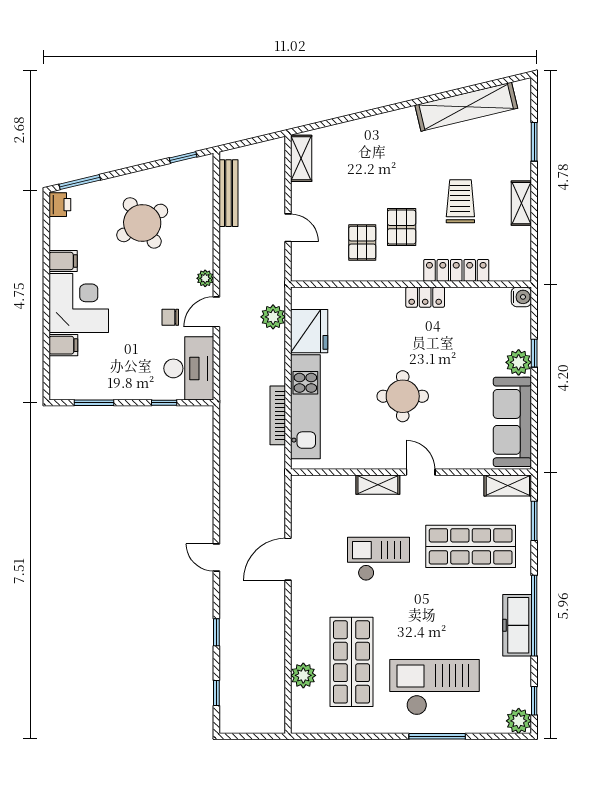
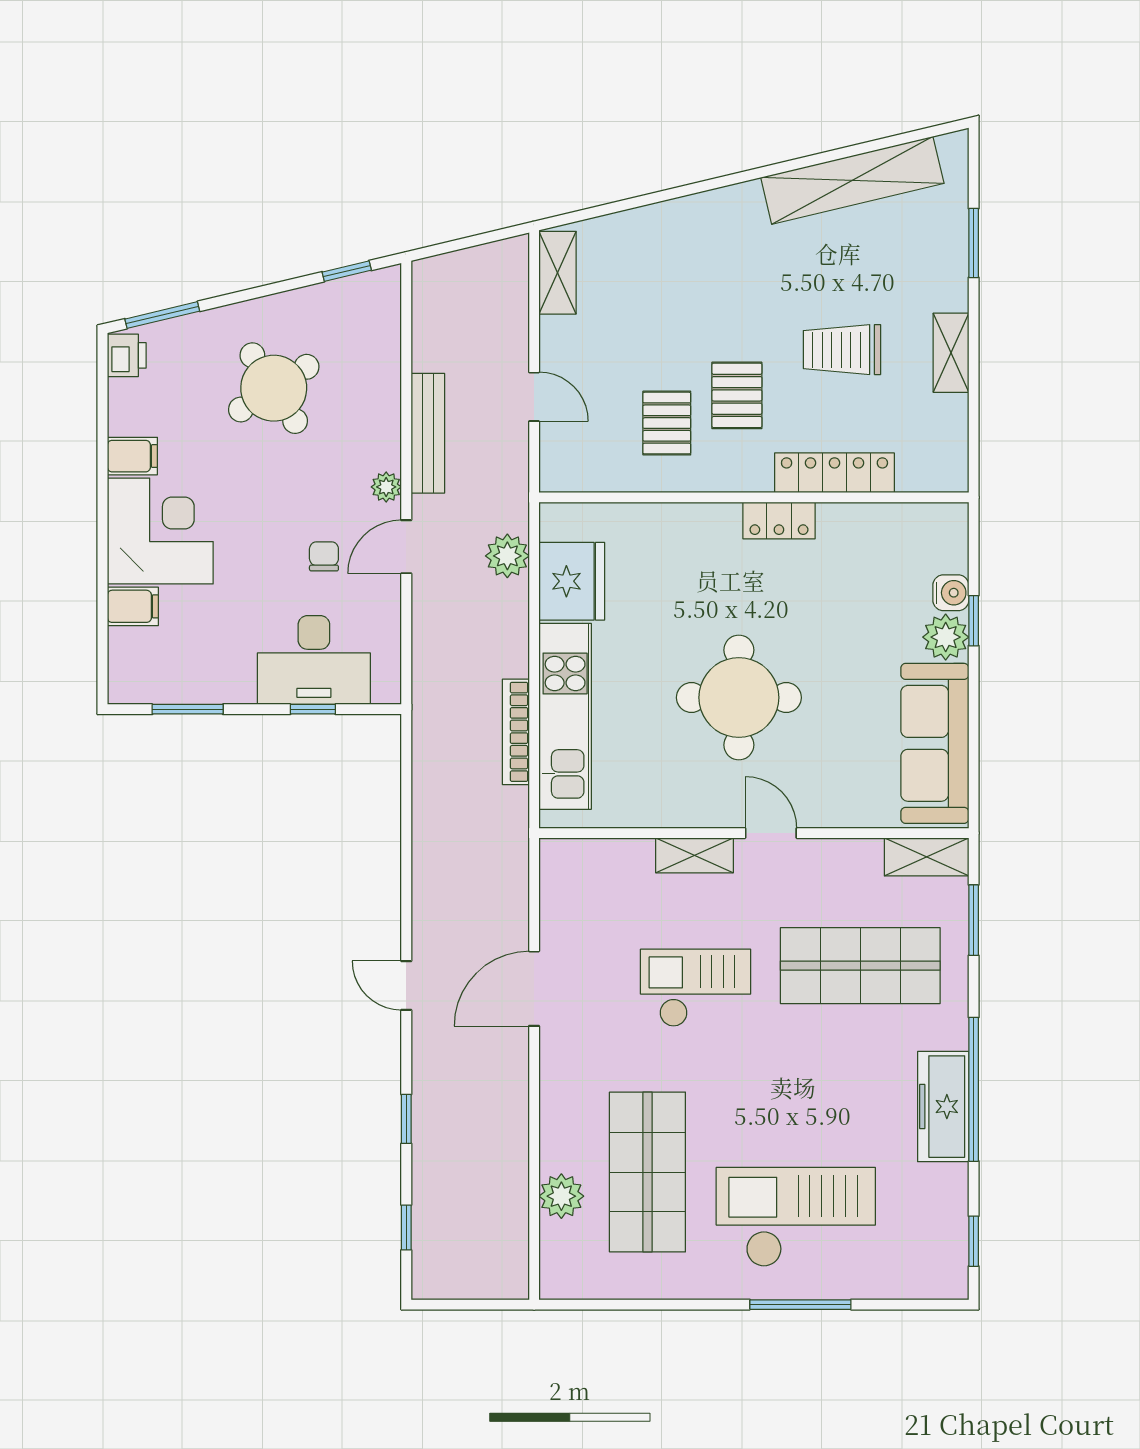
bench: (228, 193) -> (428, 433), moved
trolley: (460, 201) -> (842, 350), turned -90
water cooler: (521, 297) -> (951, 593), moved
chair: (170, 317) -> (324, 556), turned 90
desk: (189, 368) -> (314, 660), moved, turned 90
round table: (403, 396) -> (739, 698), width x1.36, depth x1.36
plant: (519, 721) -> (946, 1277), removed

